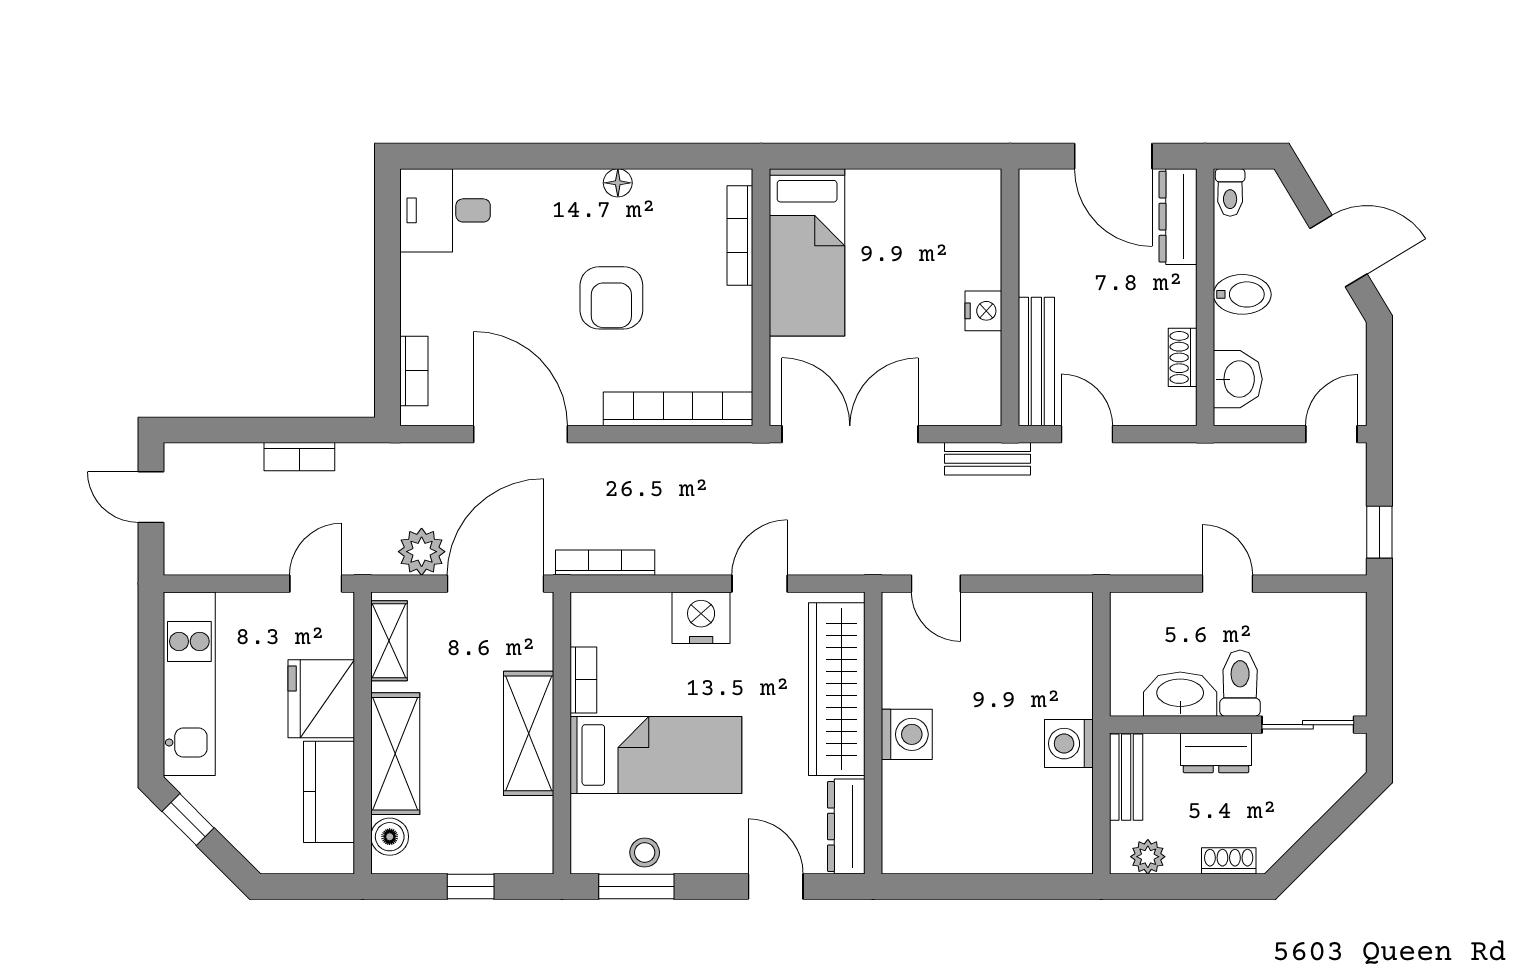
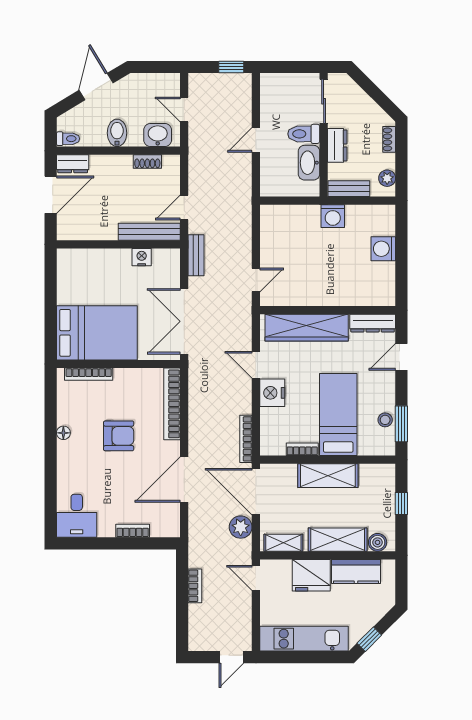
dresser: (1178, 217) -> (73, 164), width x0.70
bed: (807, 252) -> (97, 333), width x1.50
nightstand: (983, 311) -> (142, 257), moved
bookcase: (414, 371) -> (133, 531), moved
door: (1331, 434) -> (184, 109), moved
door: (151, 497) -> (231, 657), moved
washing machine: (907, 734) -> (383, 249), moved, turned -90

